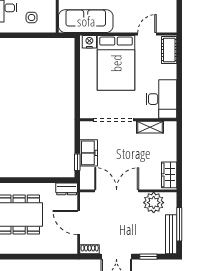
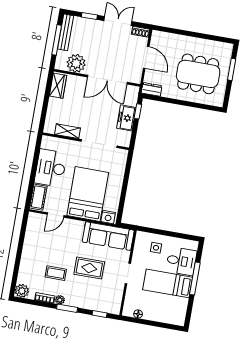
desk: (161, 99) -> (51, 168), moved

